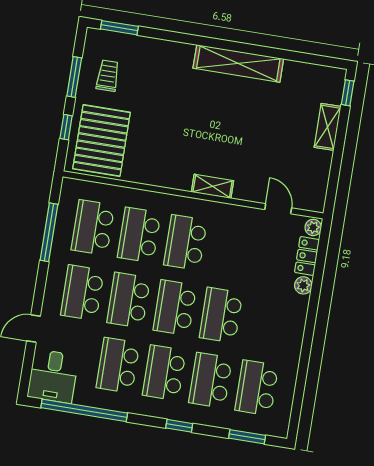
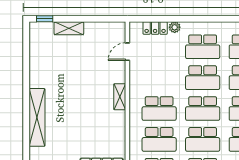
shelving: (238, 63) -> (37, 117), moved
plant: (313, 227) -> (136, 27), removed
school desk: (267, 323) -> (203, 47), added

